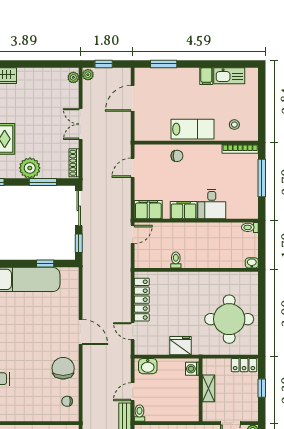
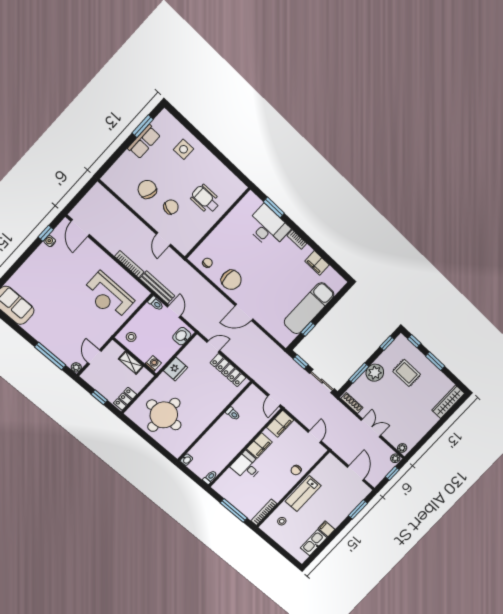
stool: (186, 408) -> (131, 337), added

